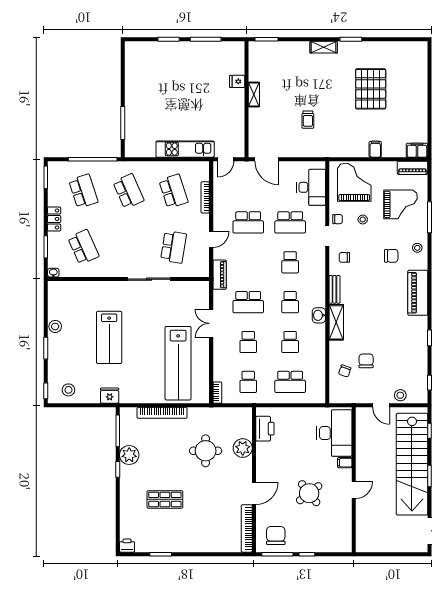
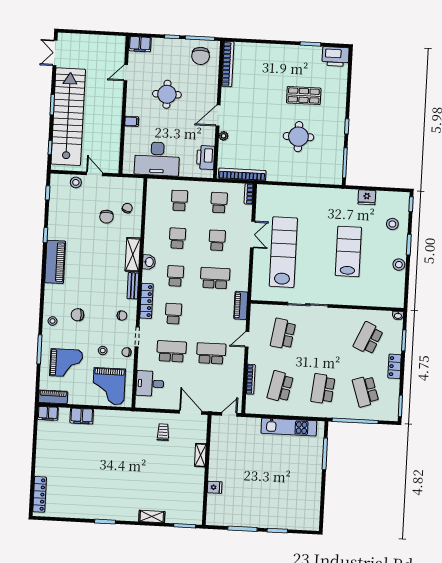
shelving: (324, 47) -> (152, 516), moved
locker: (421, 64) -> (40, 494), added
pallet: (371, 89) -> (89, 474), removed
shelving: (254, 95) -> (200, 455), moved
trolley: (308, 120) -> (163, 432), moved
kitchen unit: (185, 149) -> (289, 427), moved
filing cabinet: (375, 149) -> (82, 416), width x2.00
desk: (311, 187) -> (150, 384), width x0.73
school desk: (128, 191) -> (323, 389), turned 30
school desk: (174, 191) -> (280, 387), turned 30
grand piano: (401, 204) -> (66, 363), turned 180
school desk: (83, 247) -> (368, 338), turned 48
locker: (319, 274) -> (147, 301), added
piano: (418, 293) -> (55, 262), moved
double door: (211, 323) -> (253, 235), moved
lab bench: (178, 363) -> (283, 252), moved
school desk: (290, 382) -> (179, 201), width x0.54
stool: (68, 390) -> (392, 224), moved
fridge: (110, 396) -> (367, 197), moved
bookcase: (162, 413) -> (242, 174), moved
desk: (334, 433) -> (157, 159), moved, turned -90
plant: (243, 448) -> (224, 136), width x0.53, depth x0.53
round table: (206, 451) -> (298, 137), moved
plant: (129, 455) -> (335, 139), removed
door: (354, 490) -> (126, 73), moved
door: (254, 493) -> (218, 116), moved
round table: (309, 493) -> (167, 94), turned 38
filing cabinet: (340, 545) -> (140, 44), added
printer: (127, 546) -> (335, 57), width x1.87, depth x1.48

